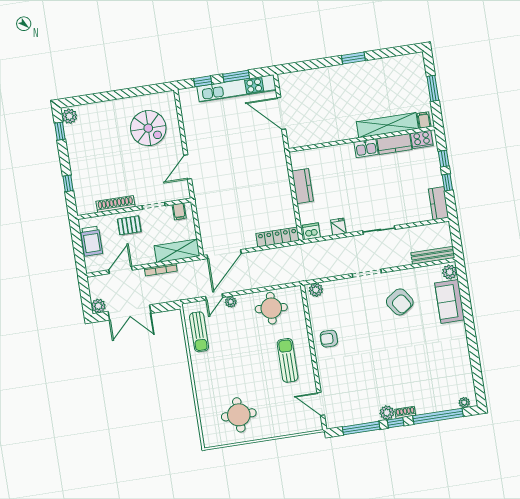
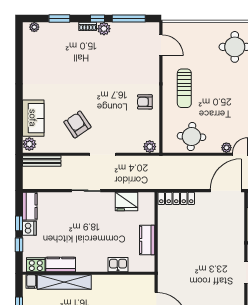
kitchen sink: (366, 148) -> (118, 265), moved
fridge: (338, 227) -> (127, 202), width x1.88, depth x1.34
dishwasher: (311, 231) -> (29, 228), moved, turned -90
armchair: (329, 339) -> (145, 102), turned 180
window: (438, 416) -> (59, 19), width x0.47

